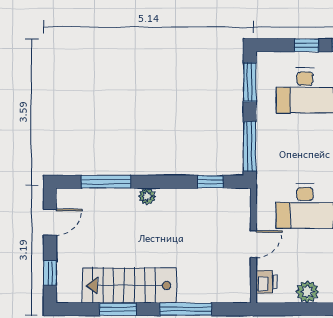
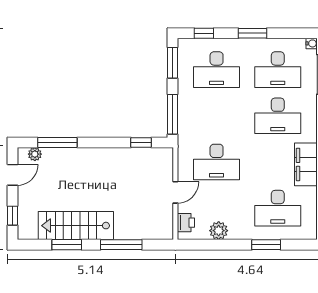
window: (306, 45) -> (204, 33), moved
plant: (147, 196) -> (35, 154), moved

